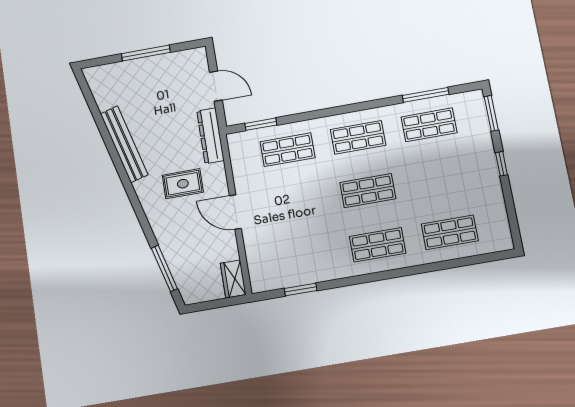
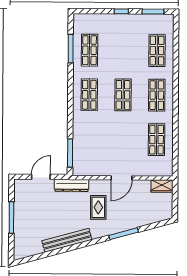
window: (491, 113) -> (153, 12), moved
window: (261, 124) -> (70, 153), width x1.44
shop shelf: (288, 150) -> (157, 140), moved
window: (164, 268) -> (124, 234), moved
window: (301, 290) -> (175, 146), removed

